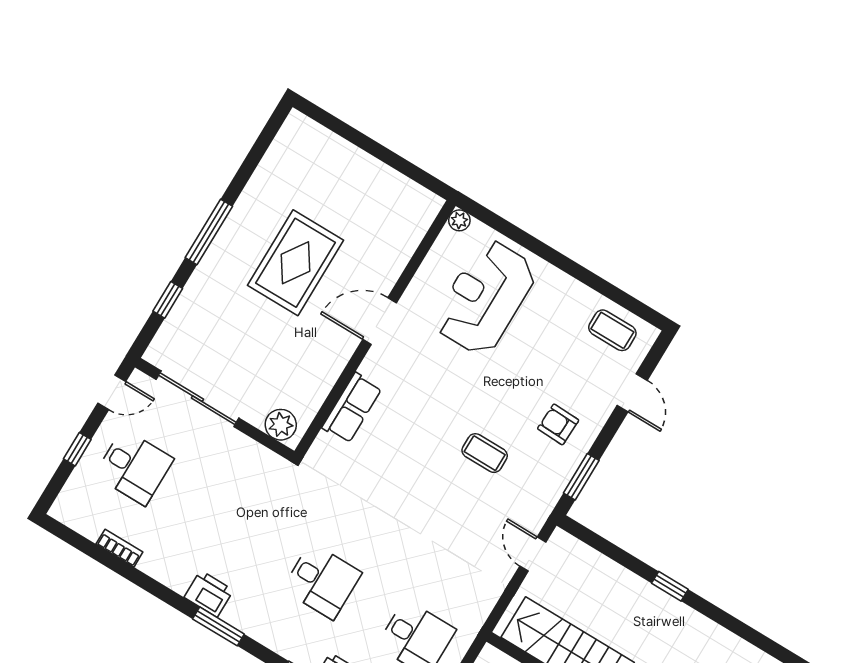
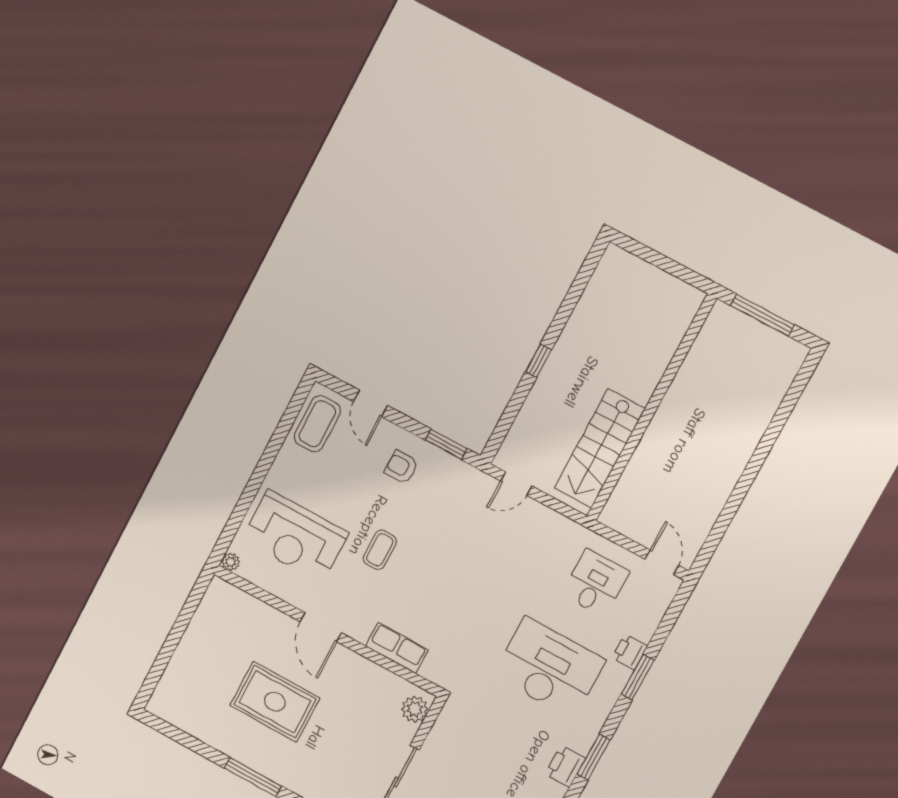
coffee table: (612, 330) -> (317, 424), width x1.36, depth x1.30
door: (632, 393) -> (371, 403), swing flipped
armchair: (558, 424) -> (402, 467), turned 88
coffee table: (485, 453) -> (380, 550), moved
desk: (322, 581) -> (549, 668), width x1.87, depth x1.30

